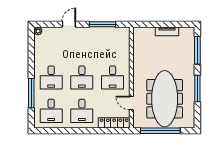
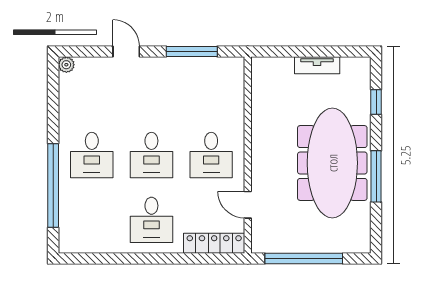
door: (69, 24) -> (126, 51), hinge flipped
window: (197, 50) -> (376, 102), width x0.46
window: (31, 93) -> (53, 185), width x1.46
meeting table: (165, 99) -> (332, 163), moved
desk: (51, 111) -> (92, 220), removed

